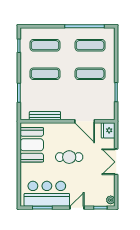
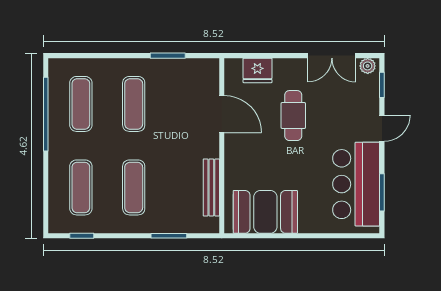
door: (85, 121) -> (222, 114), hinge flipped
fridge: (108, 130) -> (257, 70), moved
cafe table: (69, 157) -> (293, 116), moved
double door: (116, 162) -> (332, 56), moved
door: (77, 208) -> (382, 128), swing flipped

